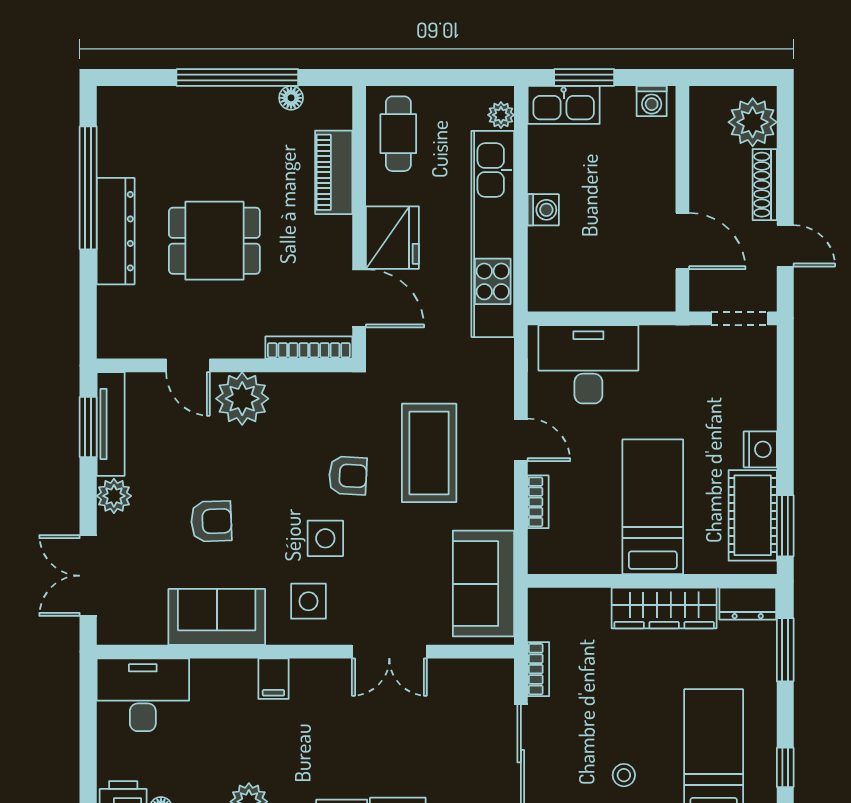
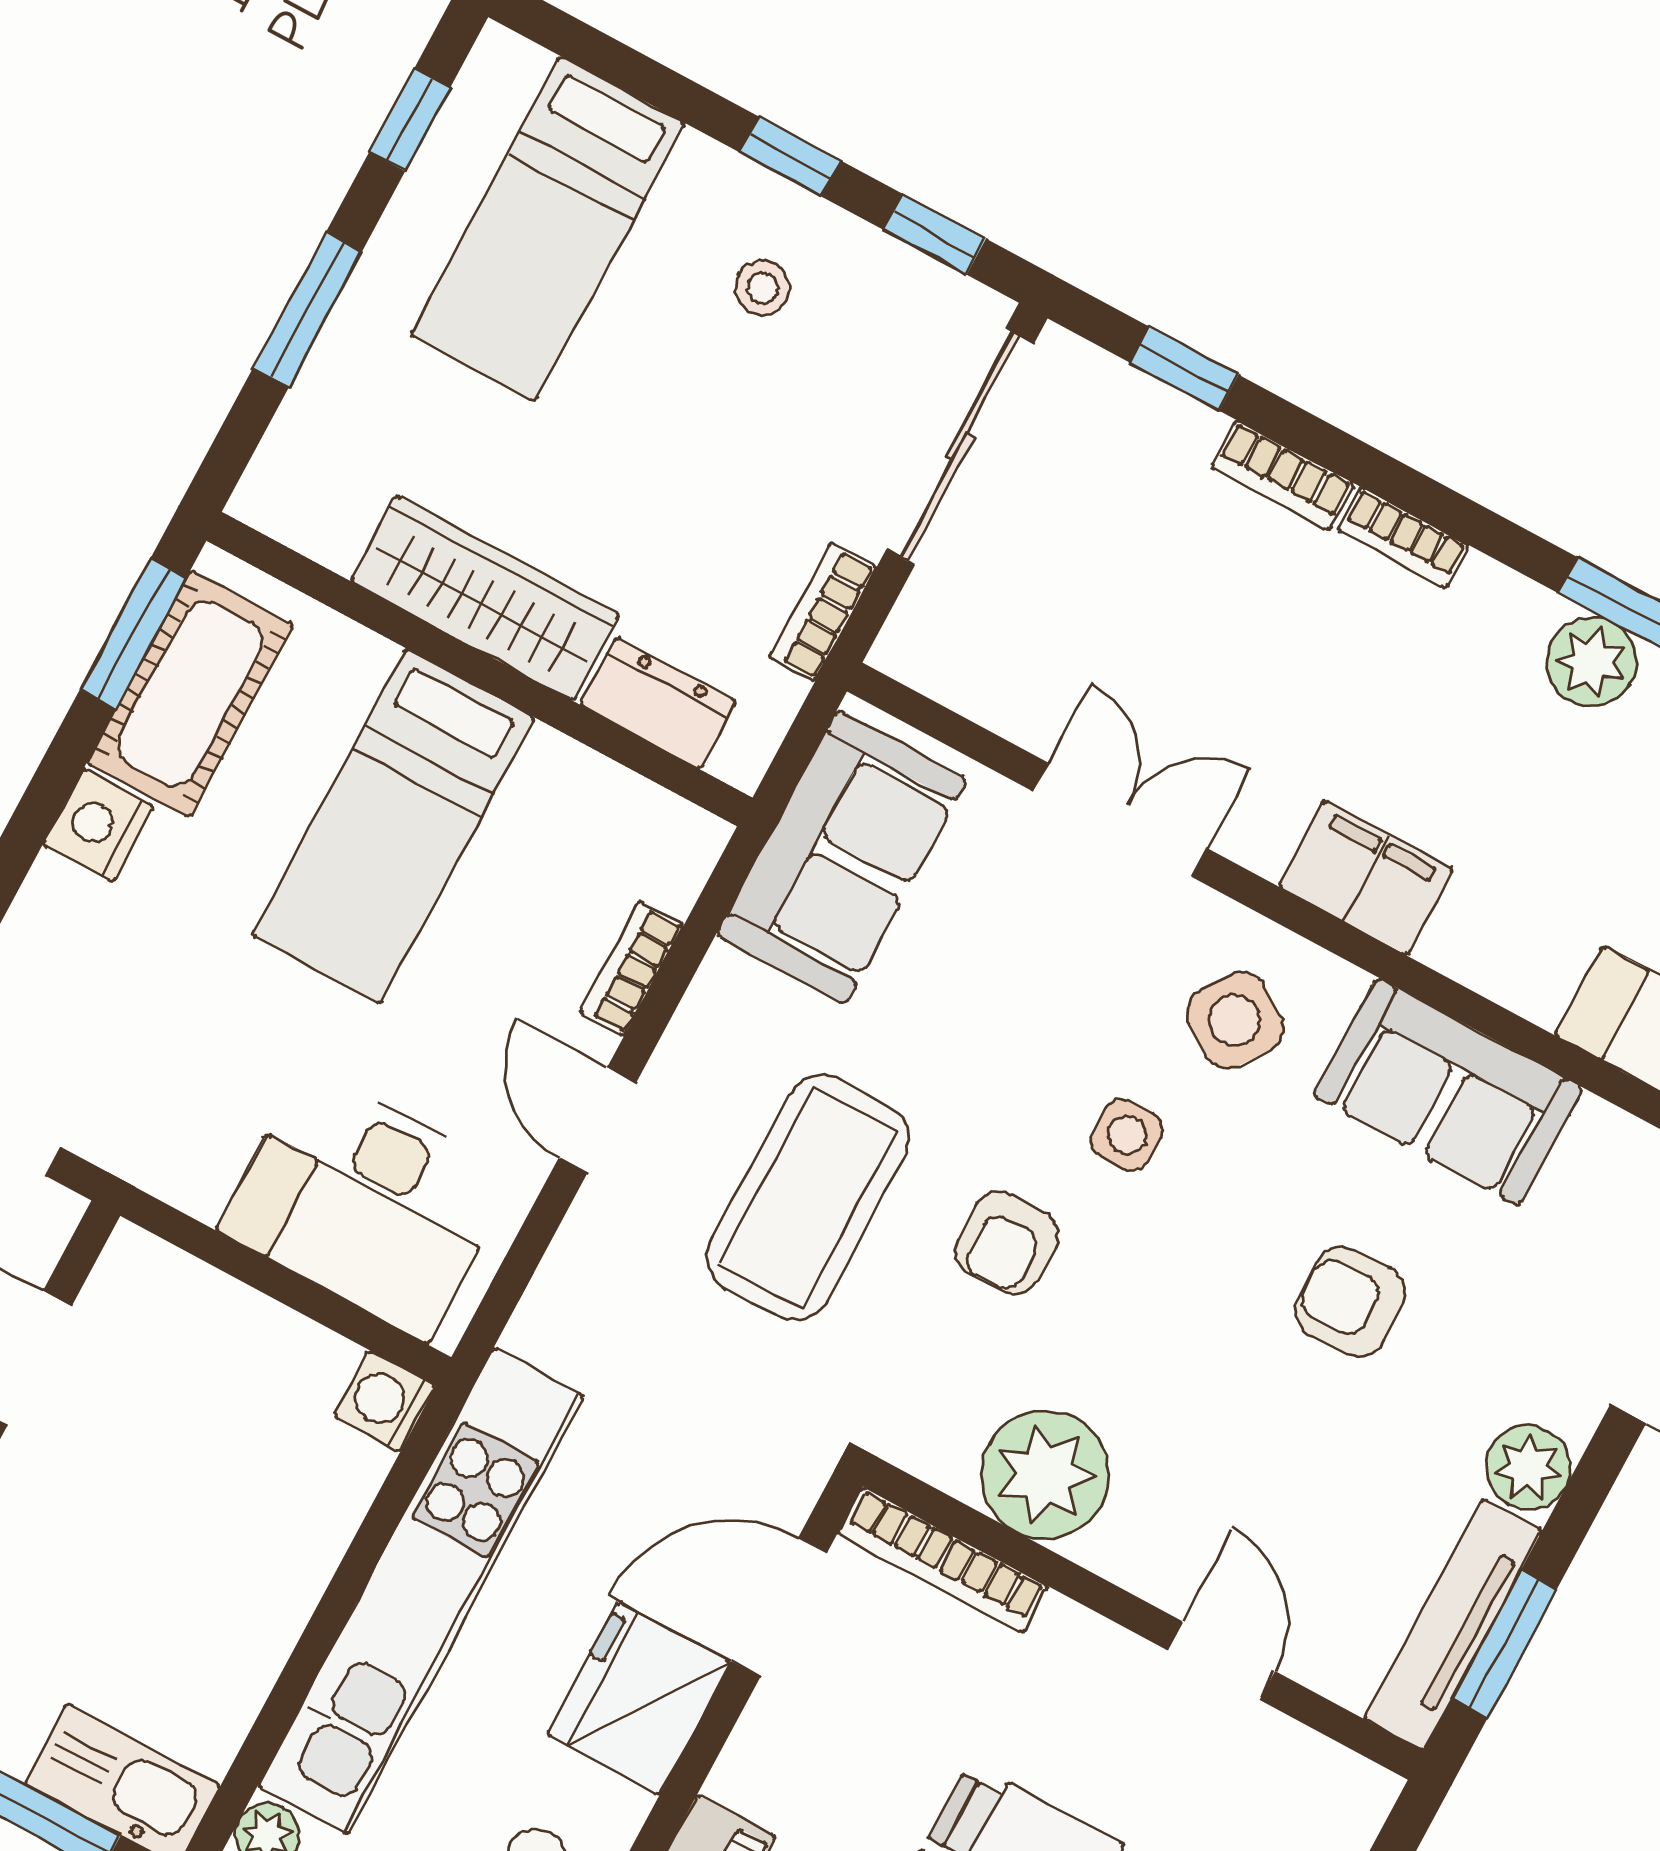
washing machine: (543, 210) -> (385, 1401), moved
door: (359, 298) -> (779, 1607), hinge flipped
plant: (242, 399) -> (1045, 1475), moved
armchair: (348, 476) -> (1007, 1243), turned -93
side table: (325, 538) -> (1127, 1135), width x0.73, depth x0.73
side table: (308, 601) -> (1235, 1020), turned 35
dresser: (748, 604) -> (658, 703), moved
window: (785, 650) -> (308, 310), moved
filing cabinet: (273, 679) -> (1366, 878), width x2.00

